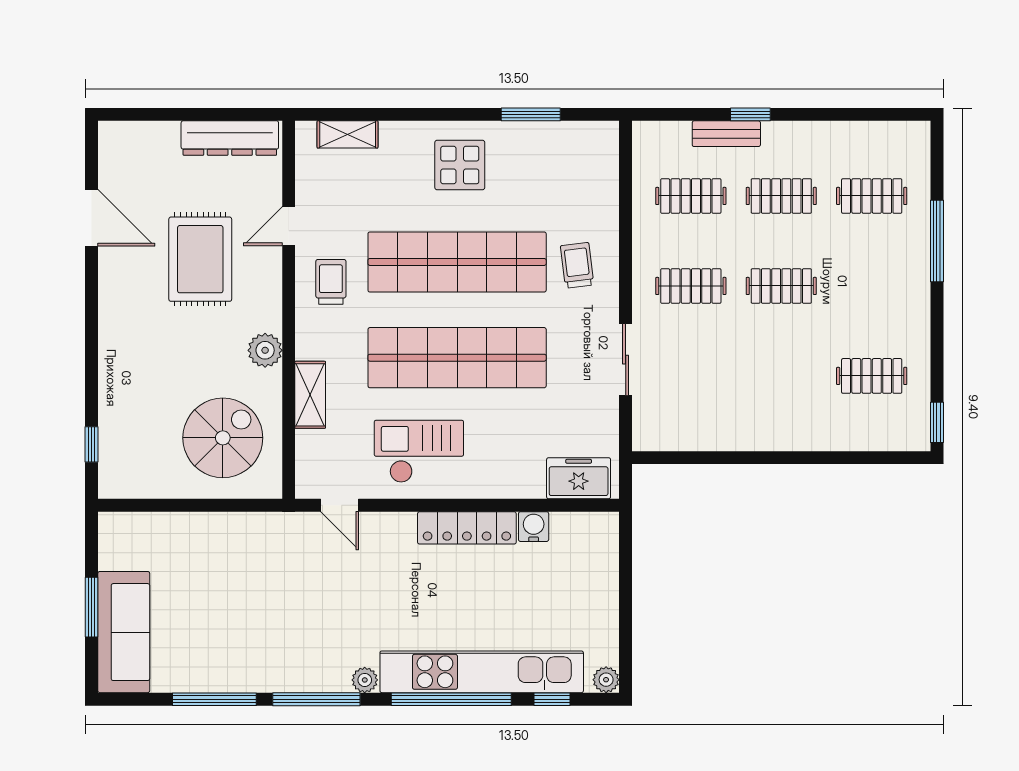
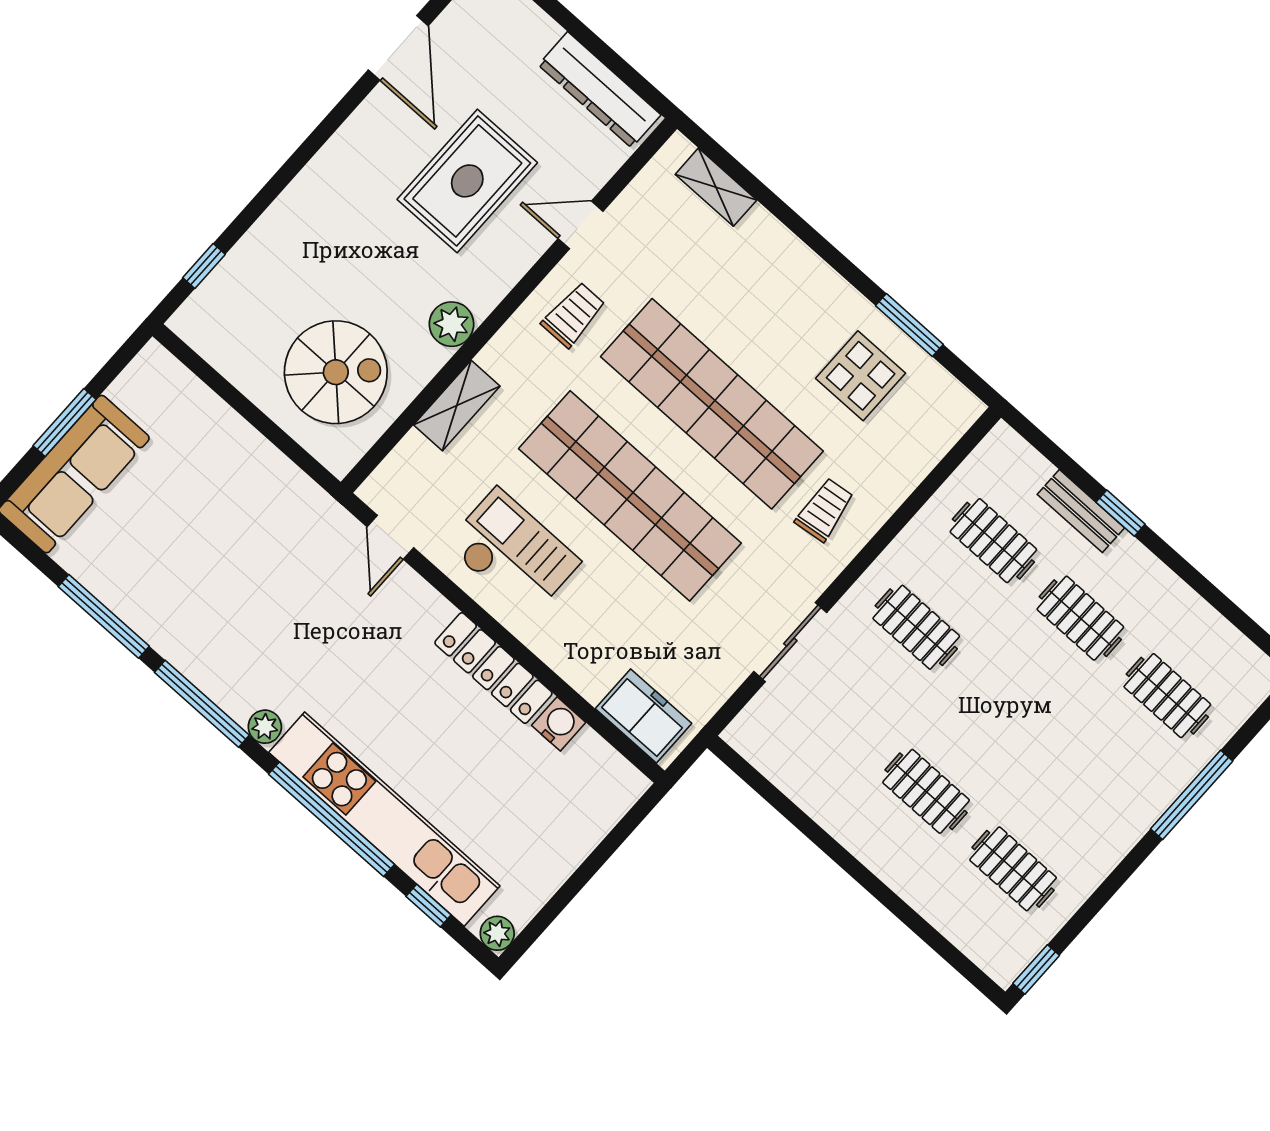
display table: (460, 165) -> (861, 376), moved
clothes rail: (781, 286) -> (926, 791), moved

